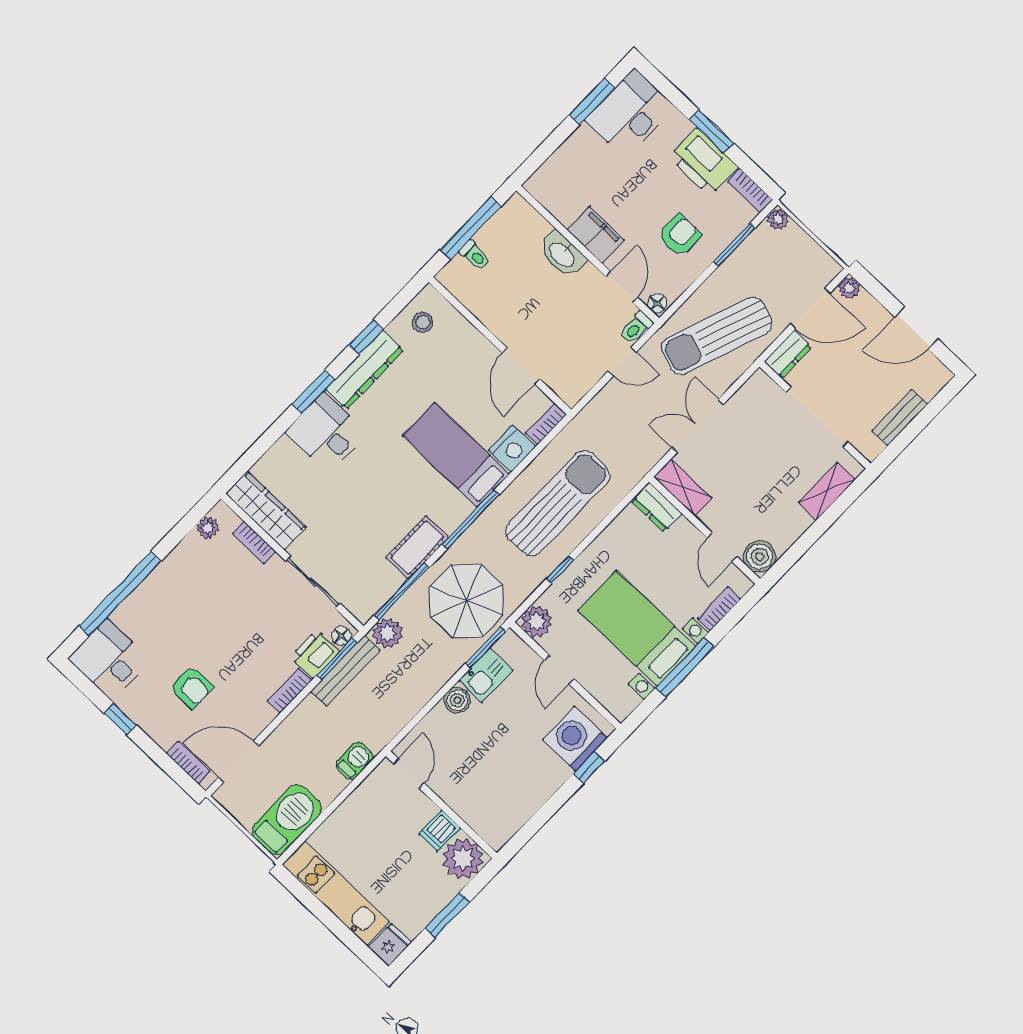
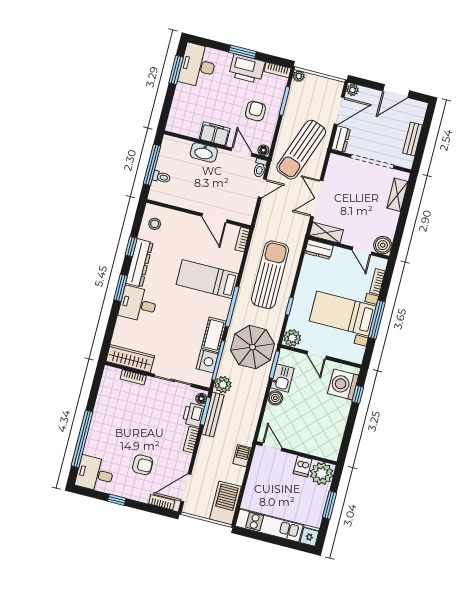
nightstand: (512, 449) -> (207, 361), moved
plant: (208, 528) -> (107, 383), removed

